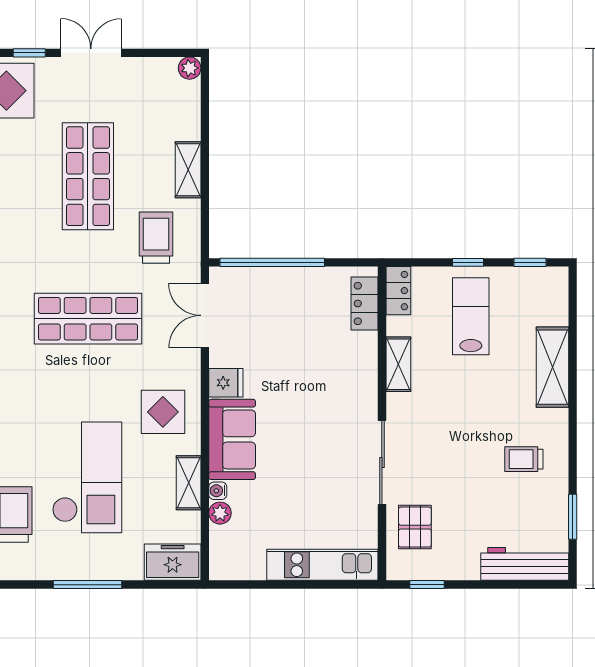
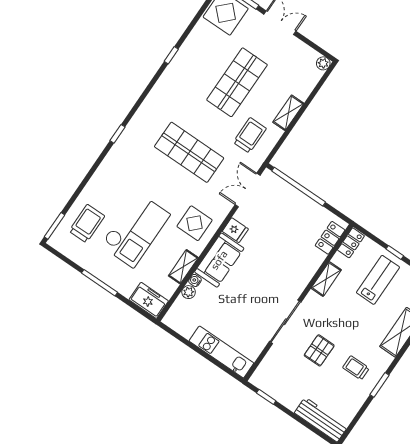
window: (573, 517) -> (379, 385), moved
pallet: (415, 527) -> (319, 350), moved

